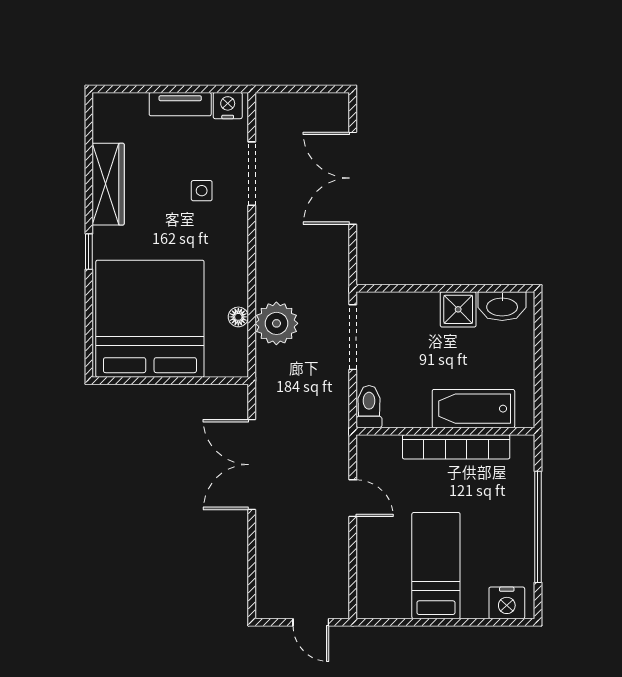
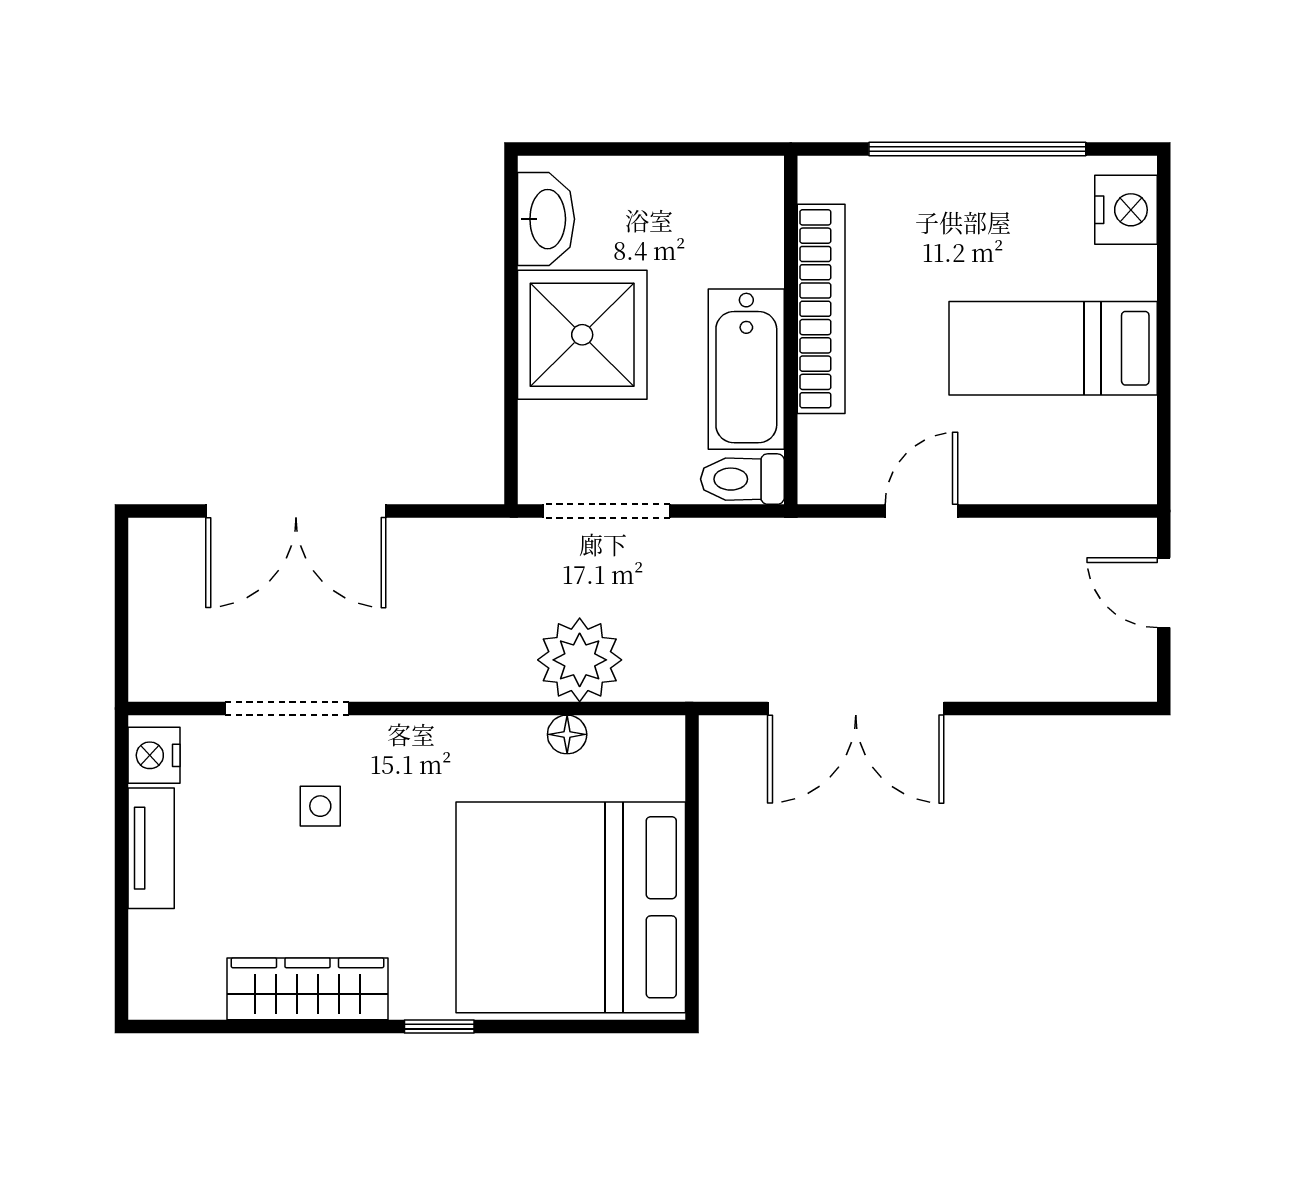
shower: (458, 309) -> (582, 335), width x1.86, depth x1.86
bathtub: (473, 409) -> (746, 369), moved
door: (311, 622) -> (1164, 593), swing flipped

